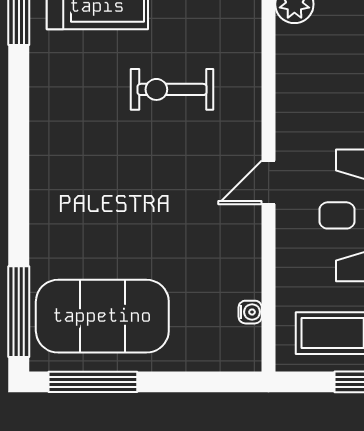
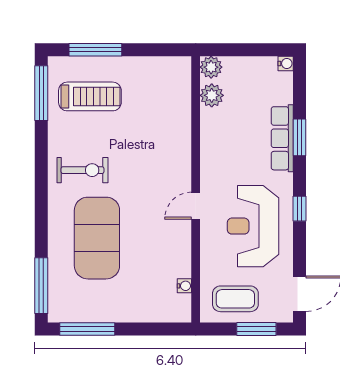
exercise bike: (172, 89) -> (82, 170), moved, turned 180
exercise mat: (102, 316) -> (97, 238), moved, turned 90

